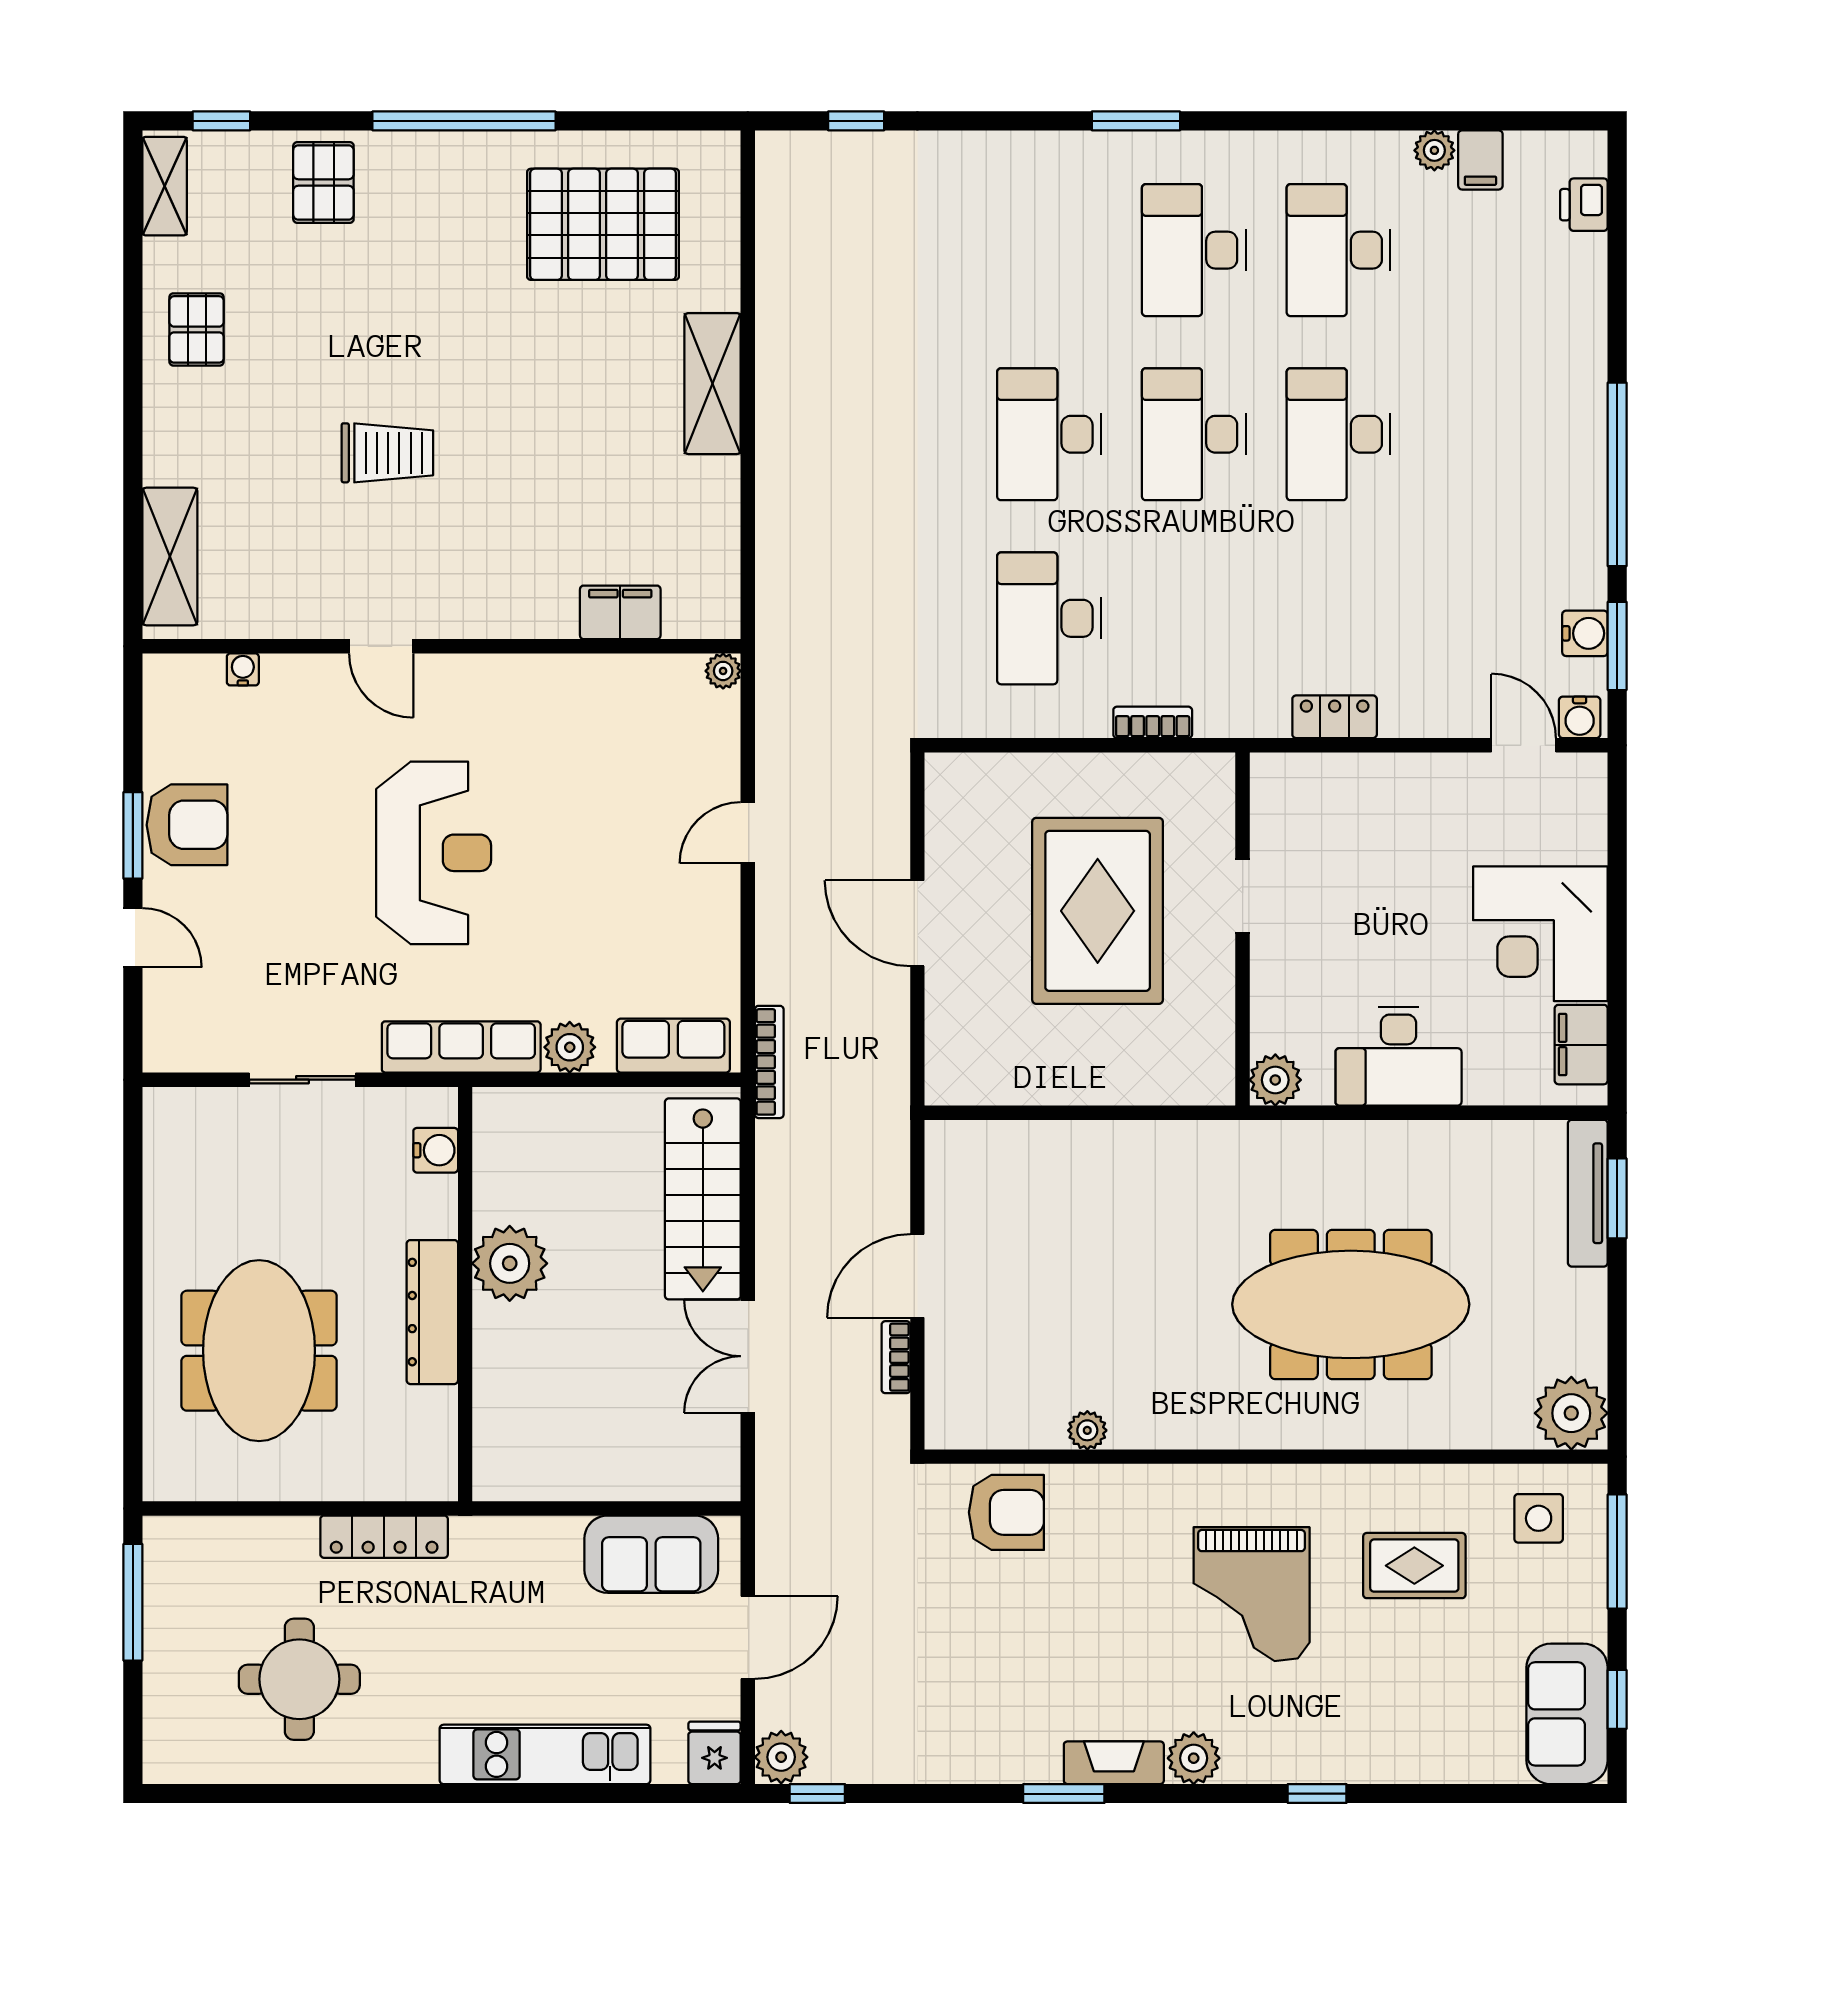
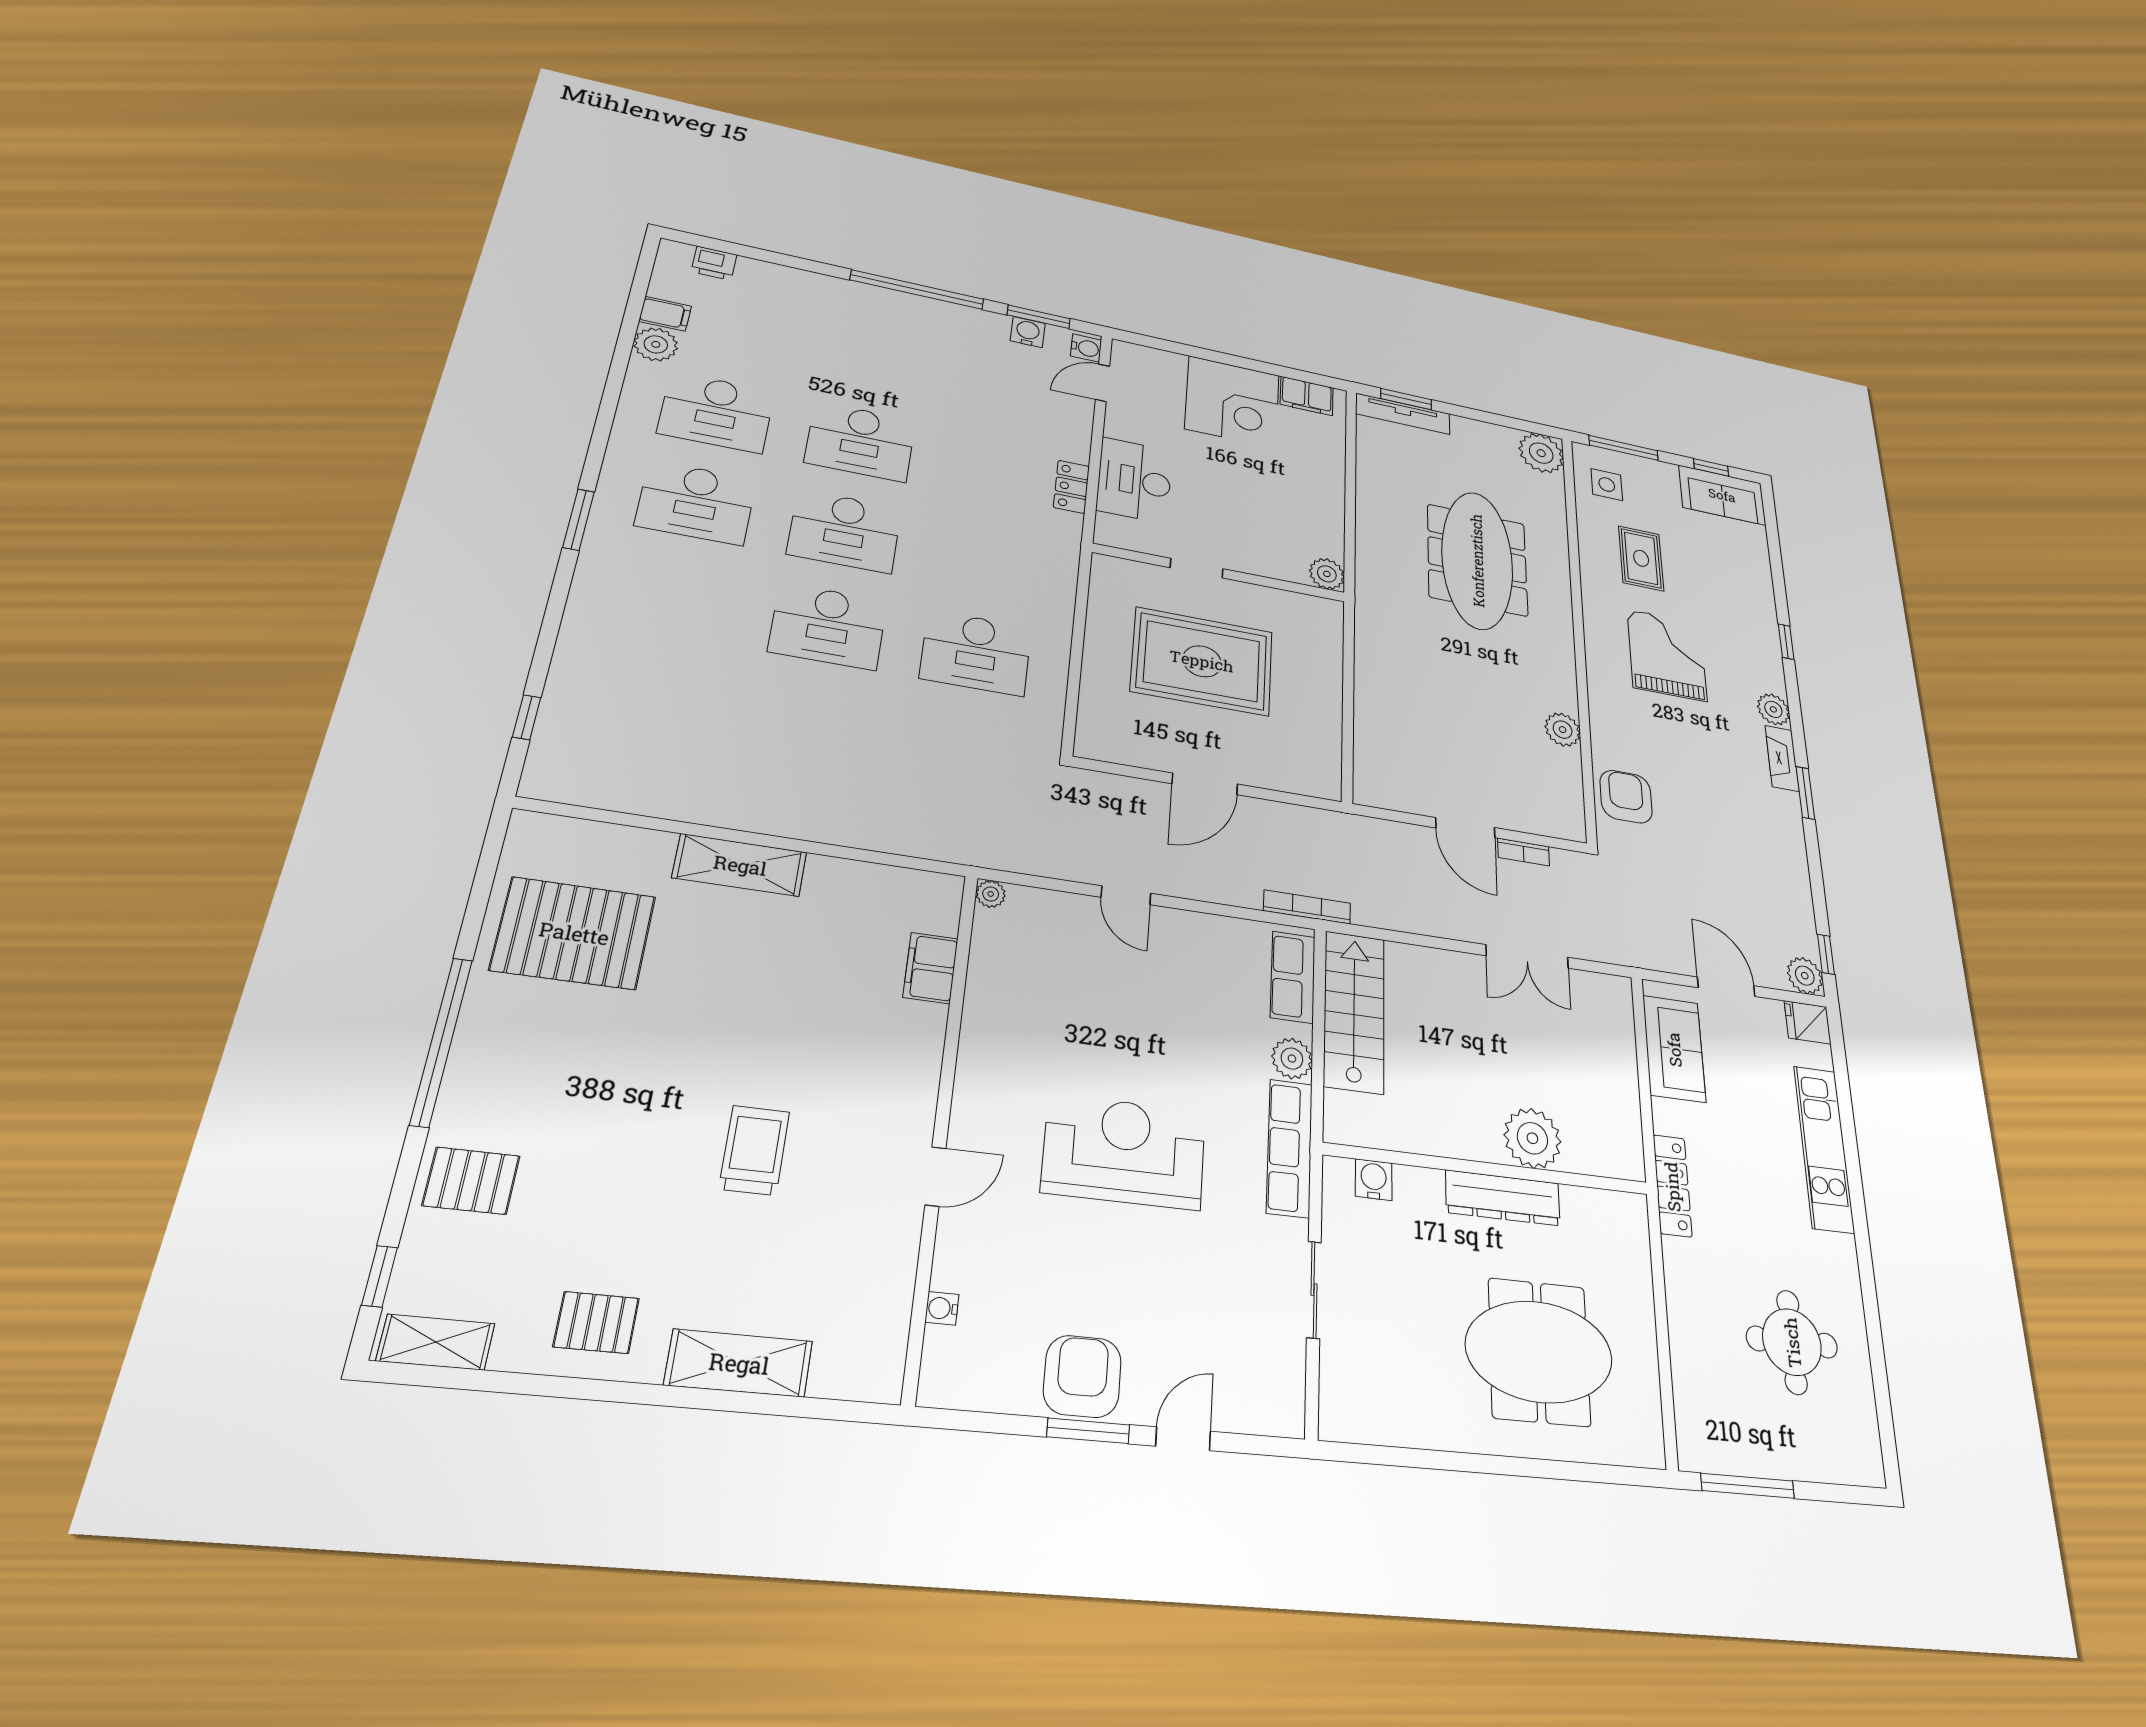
plant: (1434, 150) -> (656, 344), width x1.38, depth x1.38
pallet: (603, 224) -> (574, 933), turned 90
shelving: (170, 556) -> (739, 1363), moved
bookcase: (1153, 722) -> (1064, 600), removed
desk: (1399, 1056) -> (1134, 480), moved, turned 180
stairs: (703, 1199) -> (1354, 1011), moved, turned -90
plant: (510, 1263) -> (1532, 1138), moved
plant: (1087, 1430) -> (1563, 730), width x1.38, depth x1.38
locker: (384, 1537) -> (1672, 1186), moved
grand piano: (1252, 1594) -> (1667, 655), turned -90

